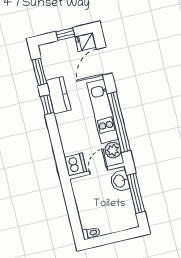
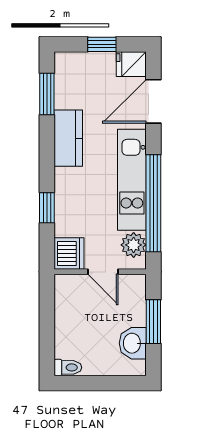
window: (47, 105) -> (47, 208), moved
door: (99, 171) -> (103, 272), swing flipped
washbasin: (120, 181) -> (133, 343), moved
window: (136, 193) -> (153, 322), width x0.69

